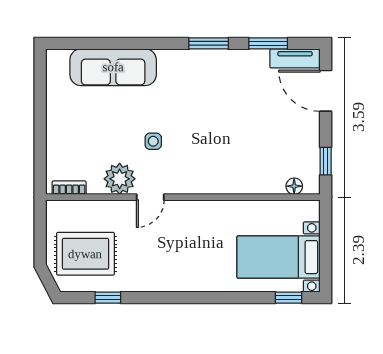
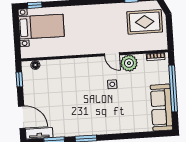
sofa: (113, 67) -> (162, 108), moved, turned -90
window: (40, 126) -> (173, 89), added
door: (150, 197) -> (112, 54), swing flipped

